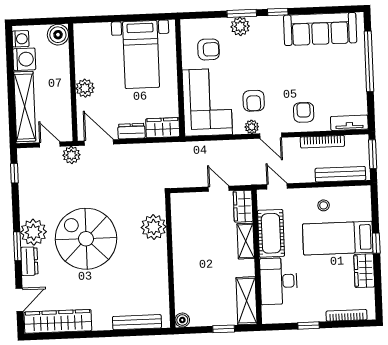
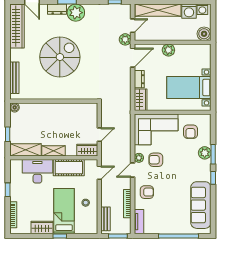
bench: (340, 174) -> (106, 219), width x0.73
plant: (154, 227) -> (76, 91), removed
spiral stairs: (86, 239) -> (60, 57), moved
shelving: (246, 241) -> (54, 151), moved

